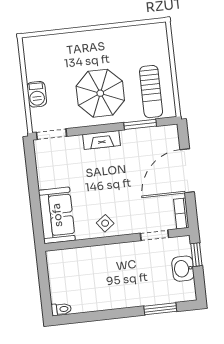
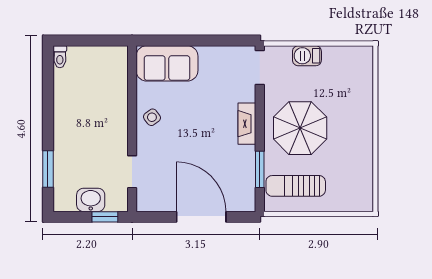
bookcase: (181, 214) -> (153, 205), removed

